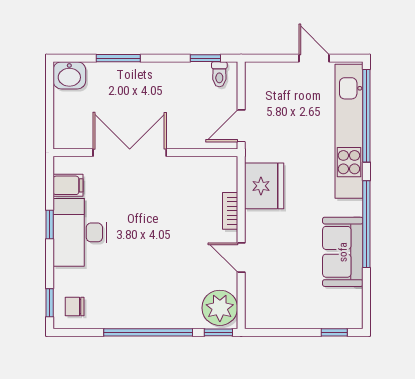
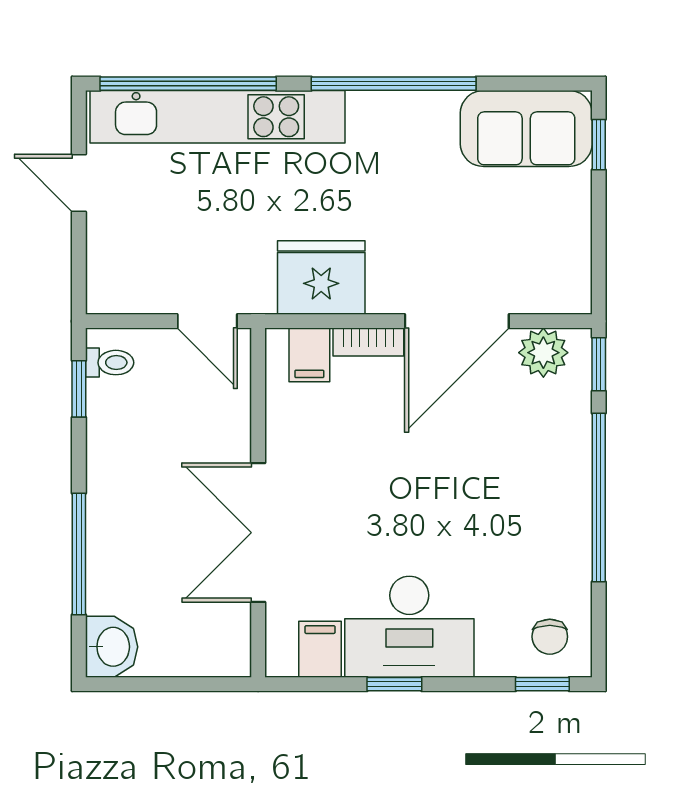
window: (118, 58) -> (79, 554), width x1.44
door: (314, 58) -> (79, 183), hinge flipped
filing cabinet: (223, 180) -> (309, 355), added
sofa: (343, 252) -> (526, 128), moved
door: (241, 257) -> (457, 321), width x1.88
plant: (220, 308) -> (543, 353), width x0.73, depth x0.73

